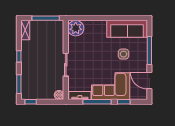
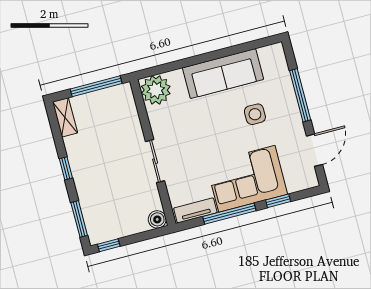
sofa: (127, 29) -> (223, 74), moved
door: (149, 81) -> (314, 150), swing flipped

